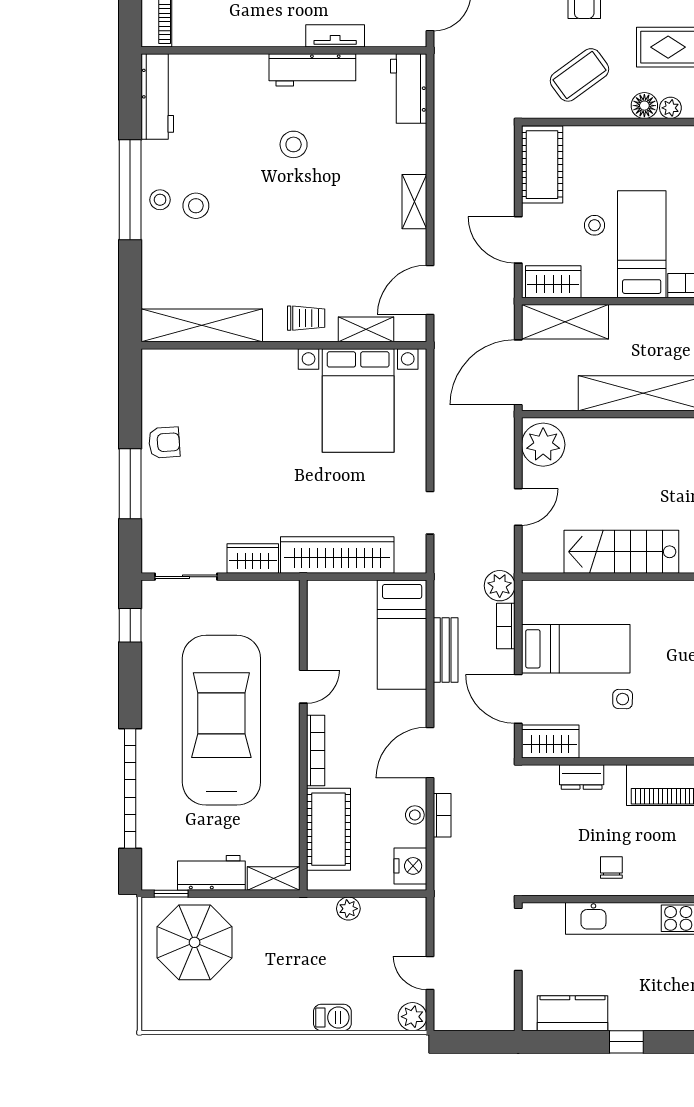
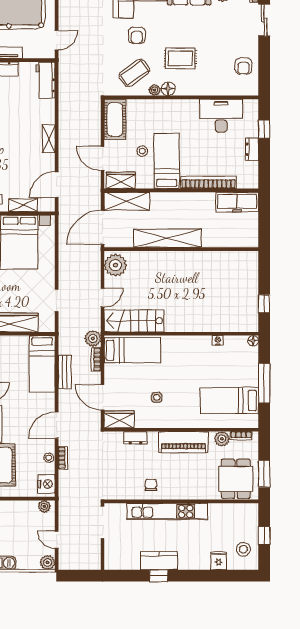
plant: (670, 108) -> (155, 90), moved
stairs: (621, 552) -> (134, 321), moved
bed: (576, 649) -> (132, 350), moved
plant: (348, 909) -> (44, 506), moved
kitchen counter: (573, 1013) -> (159, 561), moved

